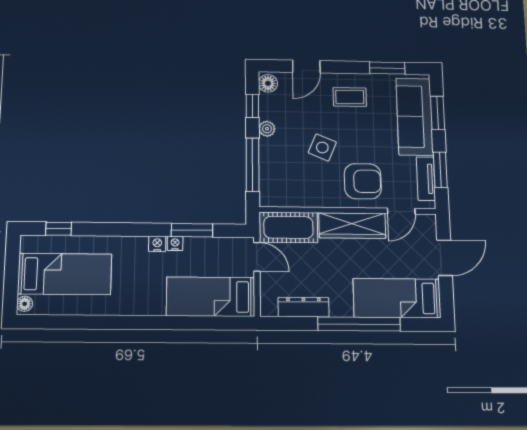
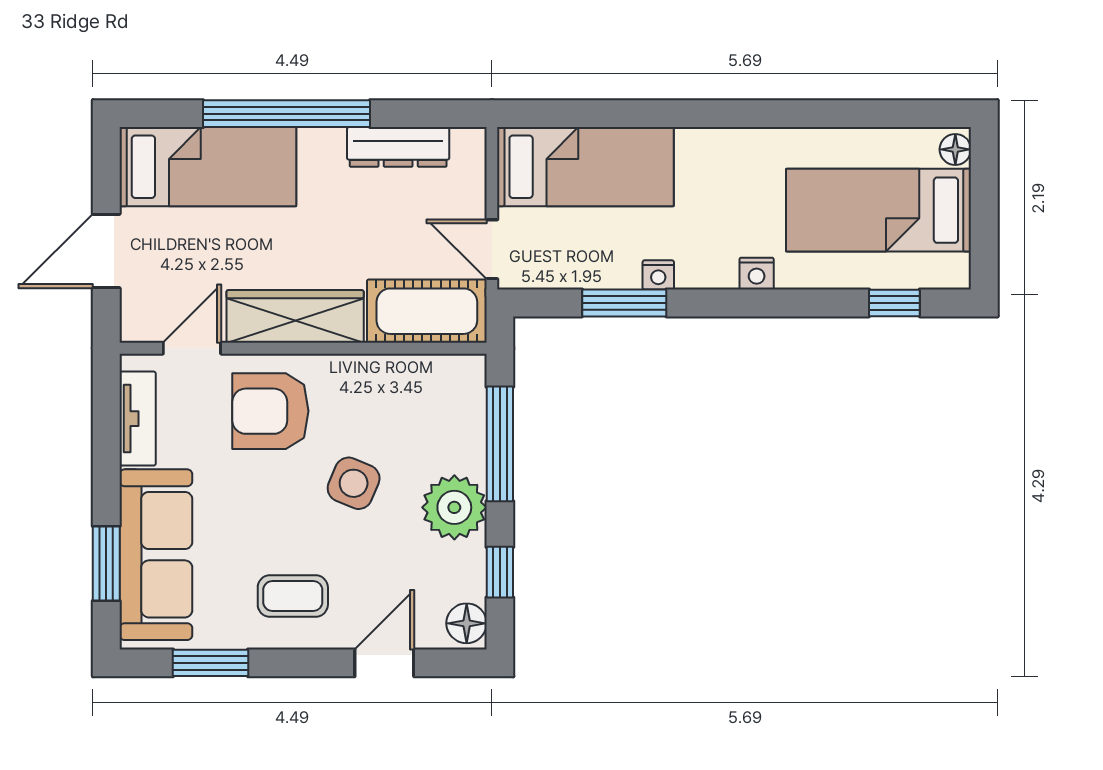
plant: (267, 129) -> (454, 507), width x1.88, depth x1.88
window: (440, 170) -> (106, 439), removed
nightstand: (157, 244) -> (757, 274), moved

